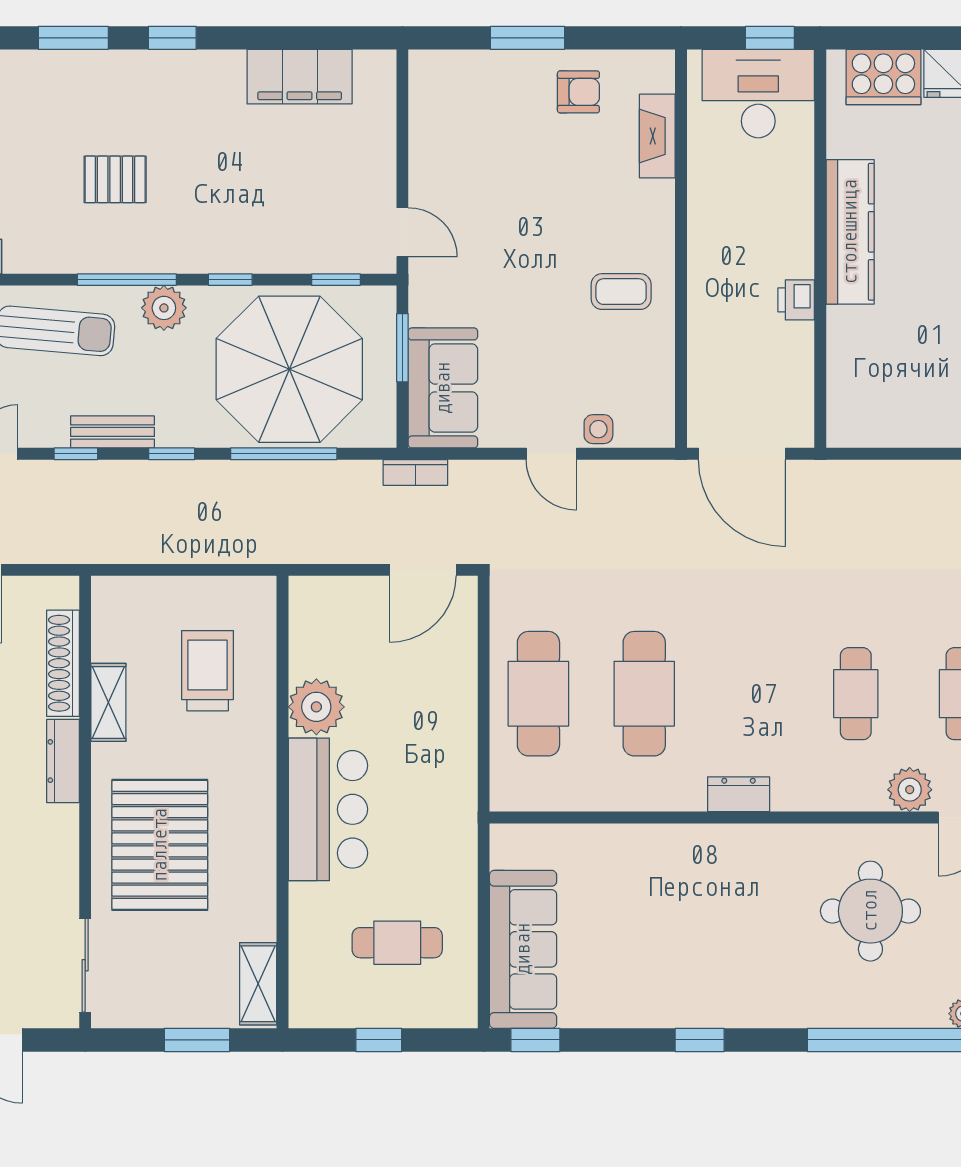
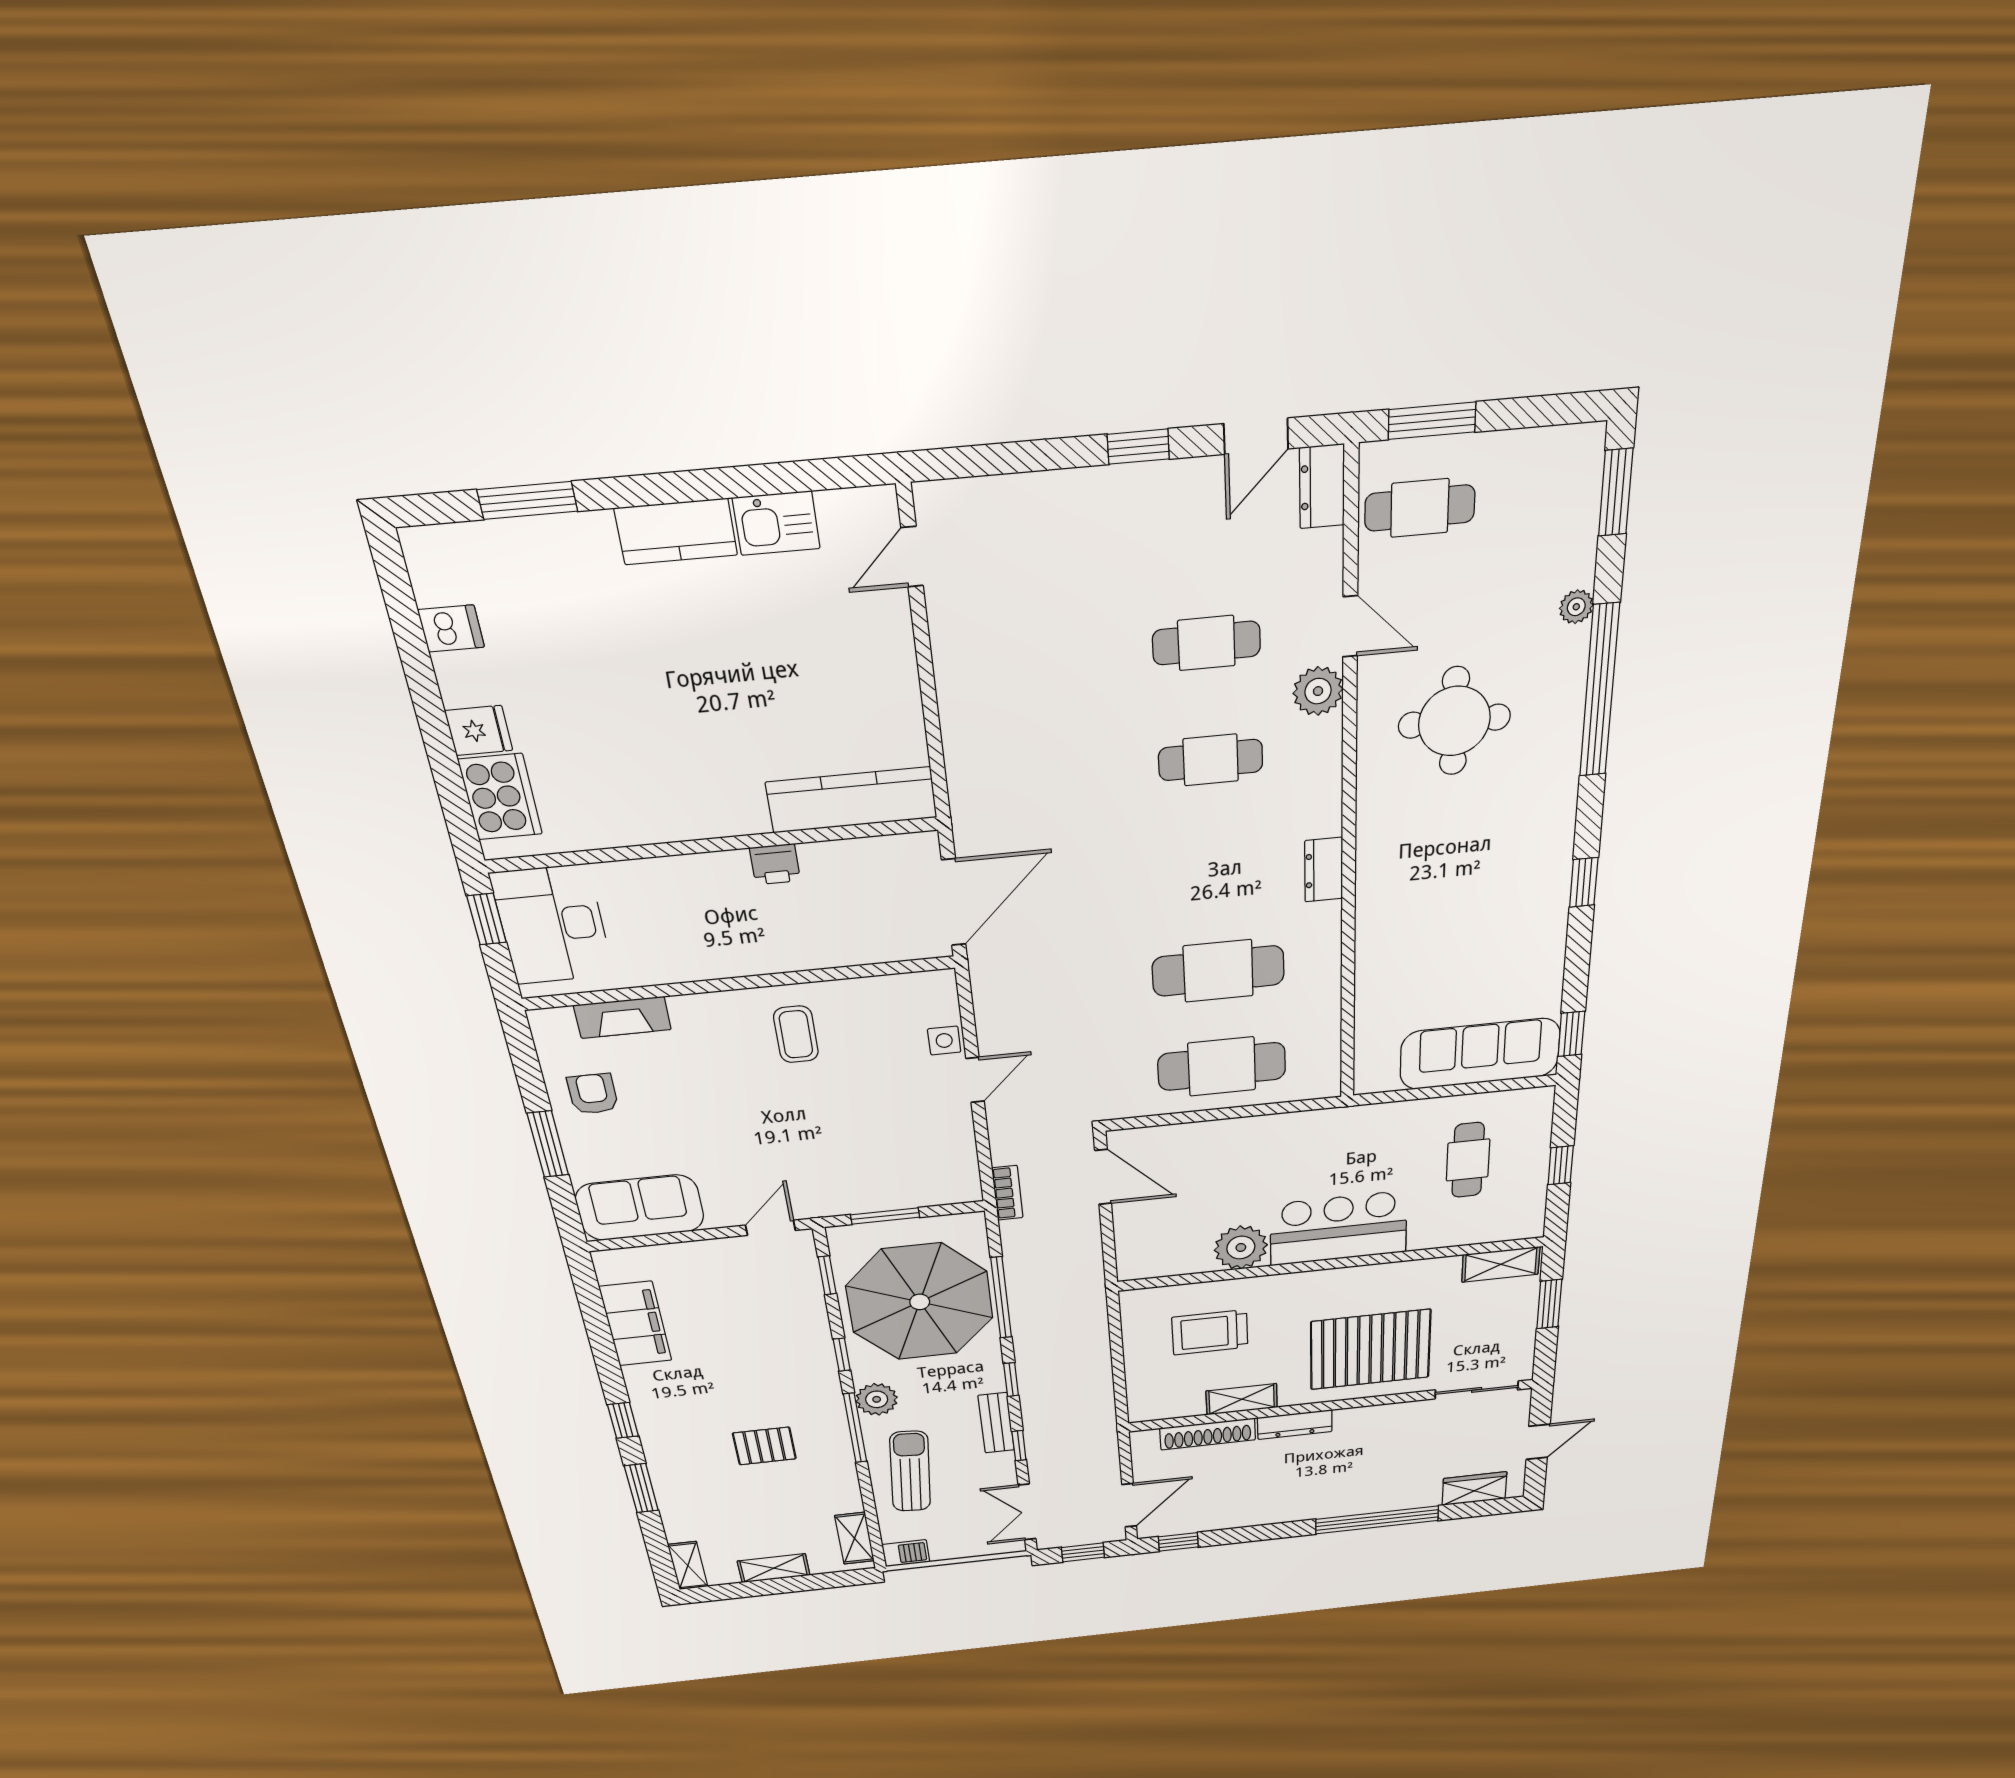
pallet: (115, 179) -> (764, 1446), turned 90
kitchen counter: (850, 232) -> (852, 800), moved
sofa: (443, 388) -> (640, 1208), moved

